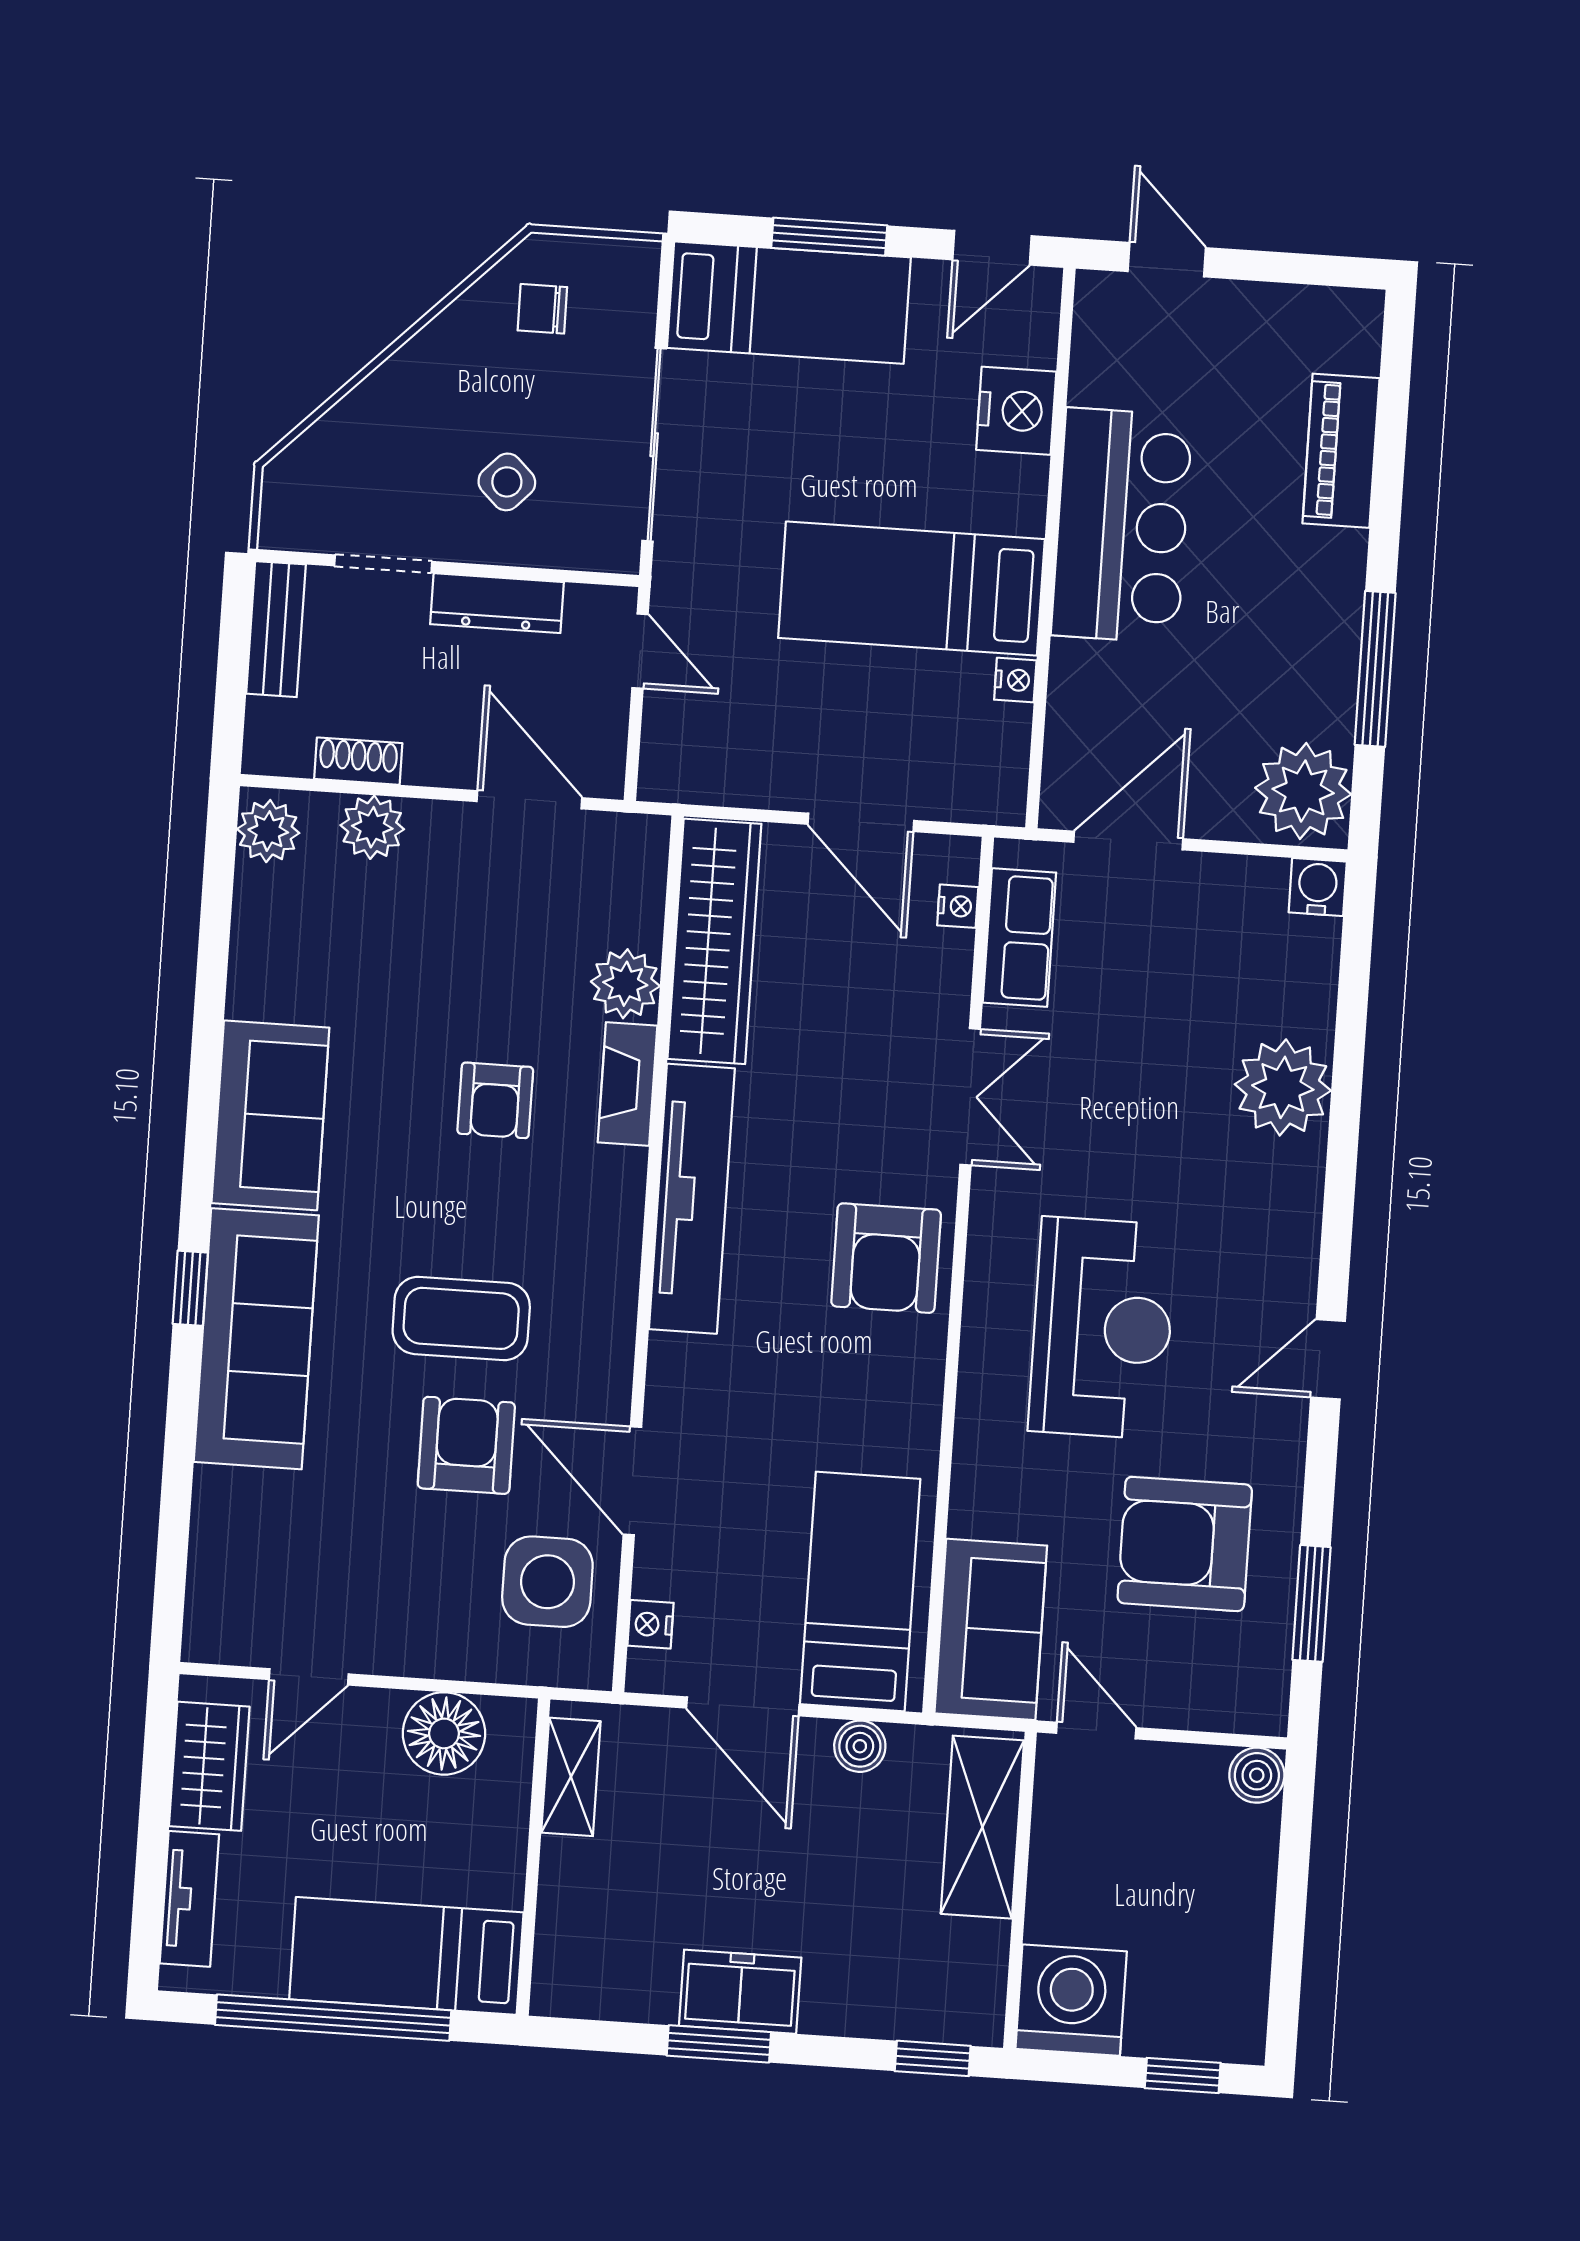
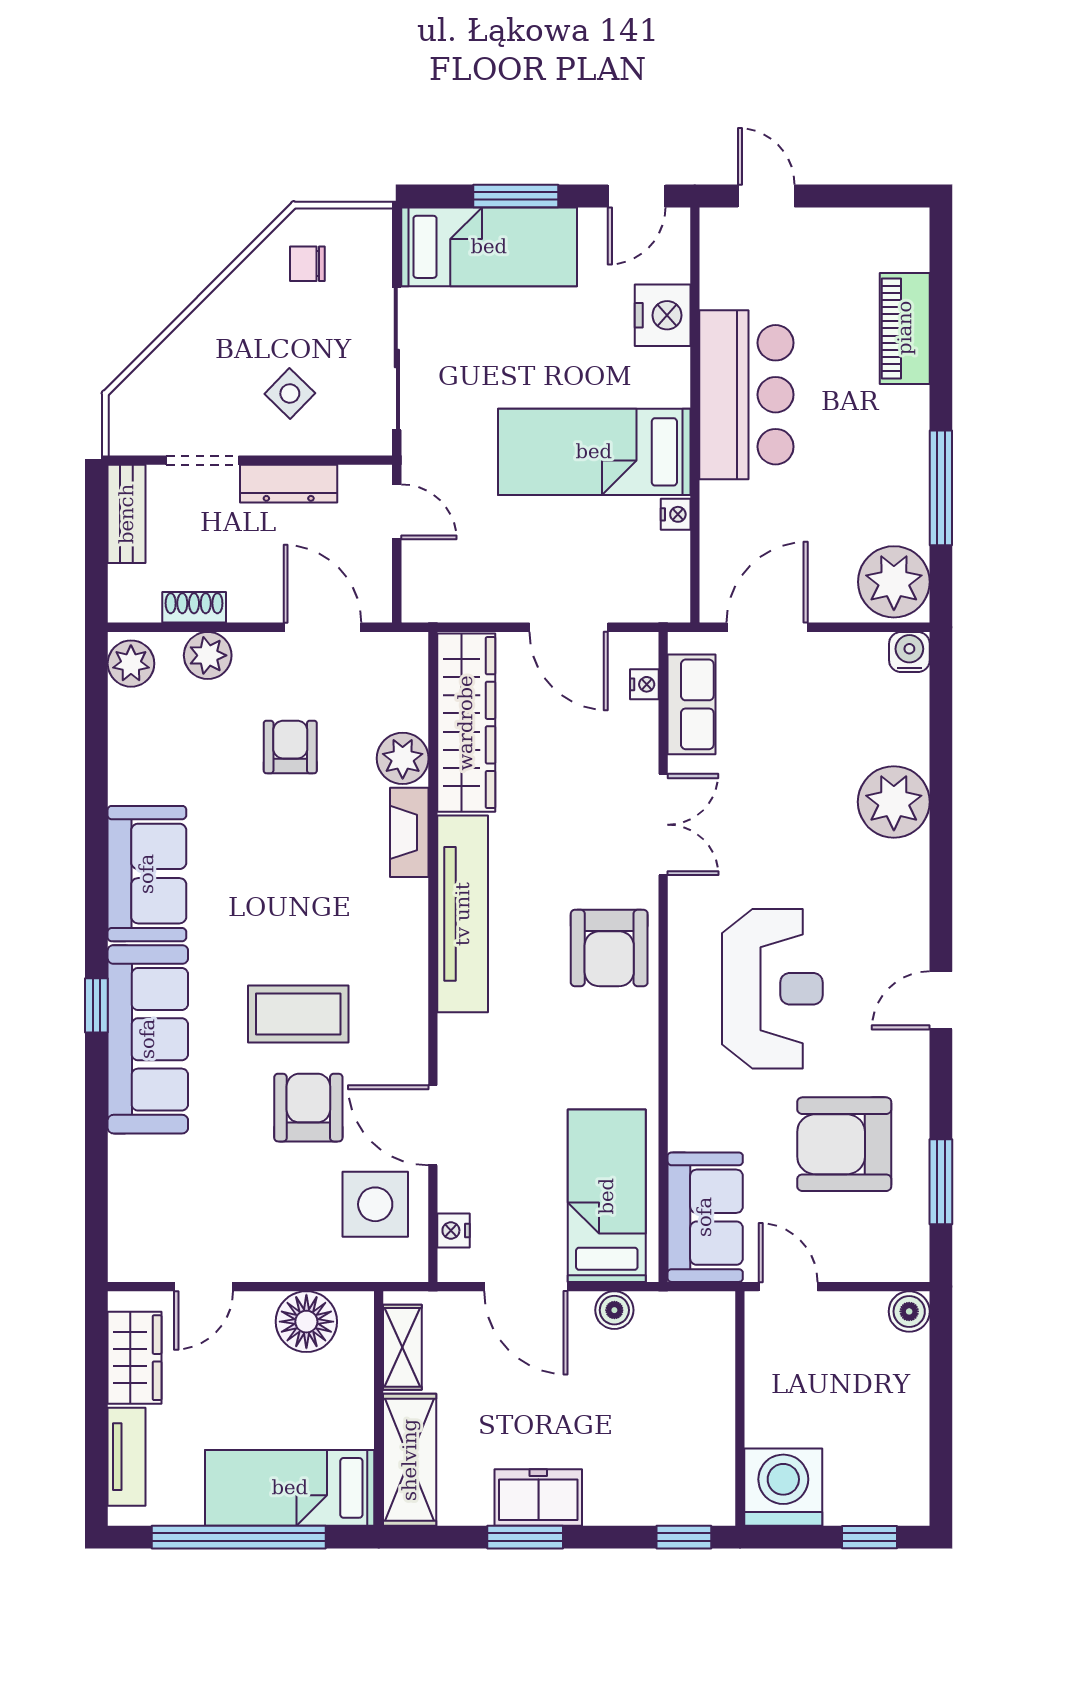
armchair: (495, 1100) -> (290, 747), moved, turned 180
shelving: (982, 1827) -> (410, 1460), moved

